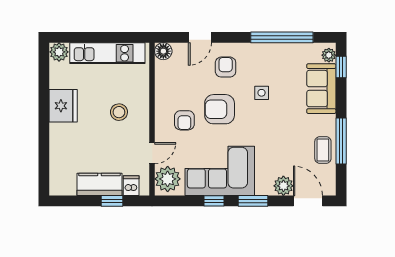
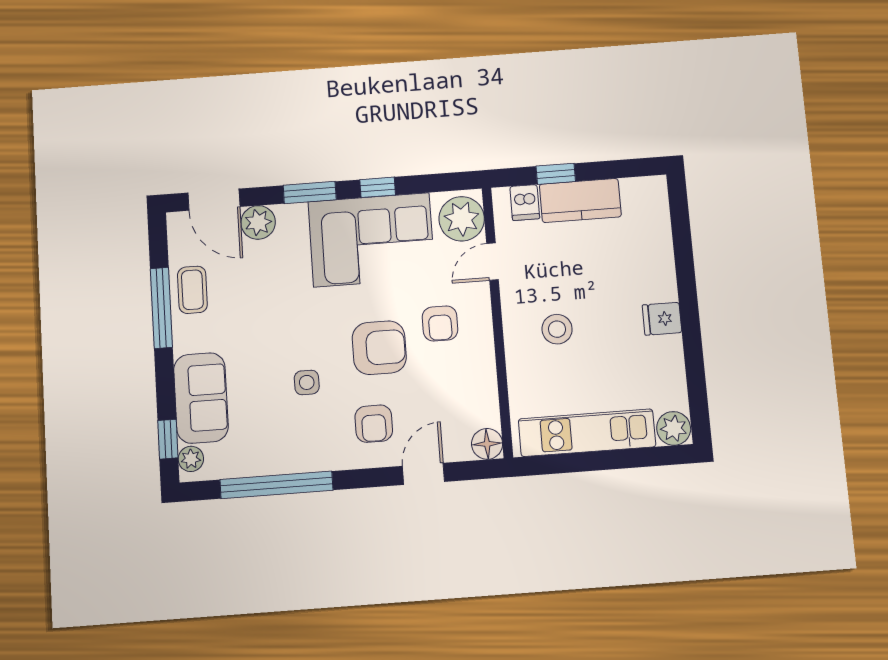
fridge: (63, 106) -> (662, 319), width x0.53, depth x0.75
armchair: (184, 120) -> (440, 323), turned 180

